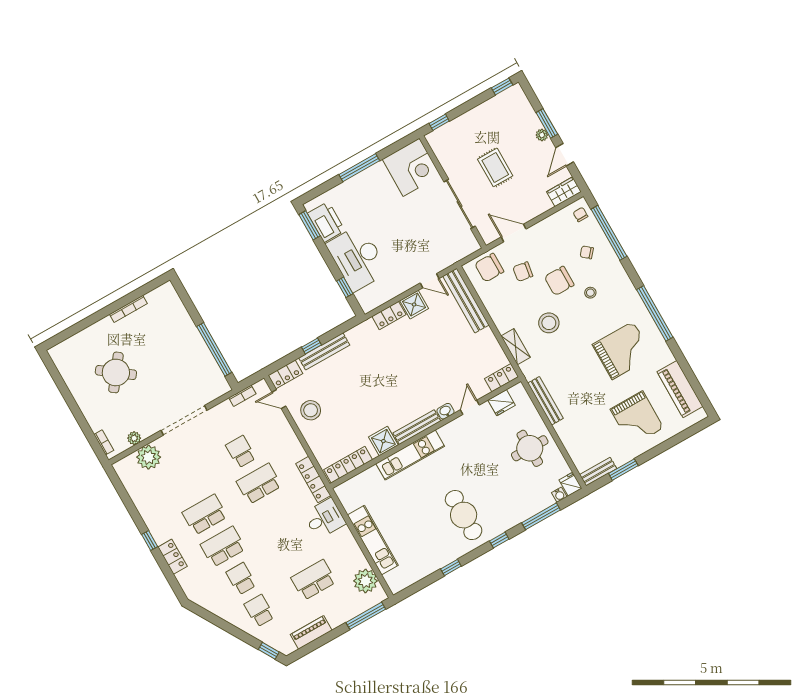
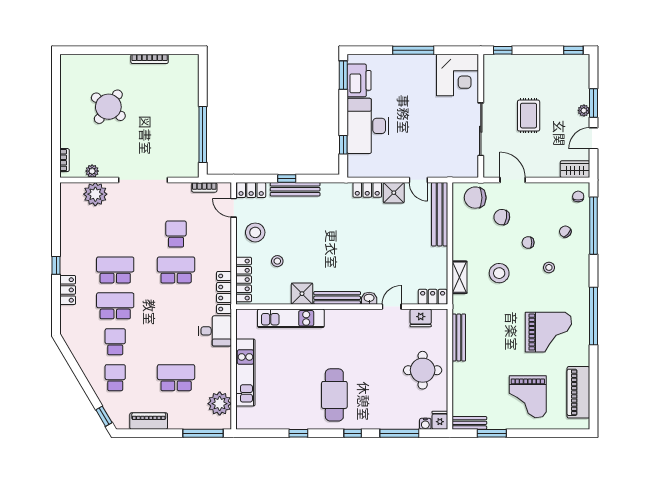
chair: (559, 281) -> (528, 242), width x0.54, depth x0.54
stool: (345, 425) -> (277, 261), added
kitchen unit: (410, 455) -> (291, 318), moved
locker: (348, 465) -> (244, 280), moved, turned 90

